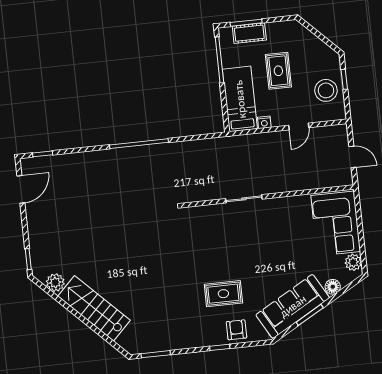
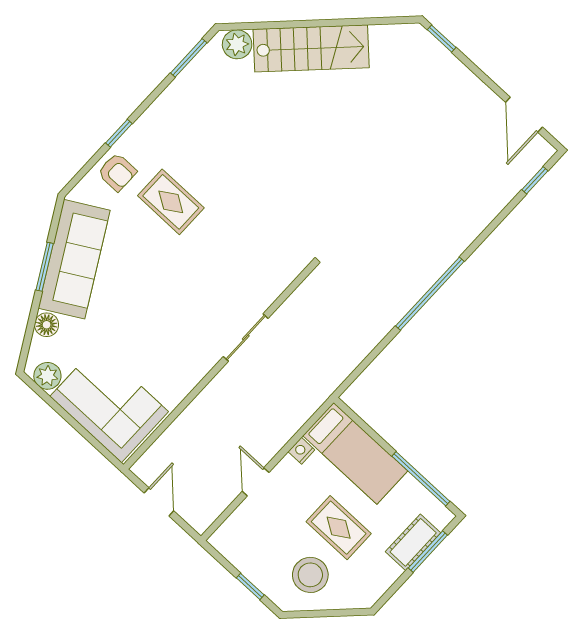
stool: (326, 90) -> (310, 575), moved
door: (353, 157) -> (159, 502), swing flipped
plant: (55, 283) -> (237, 44), moved
rug: (223, 294) -> (171, 202), turned 90

